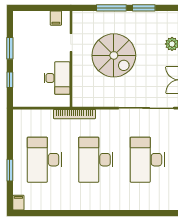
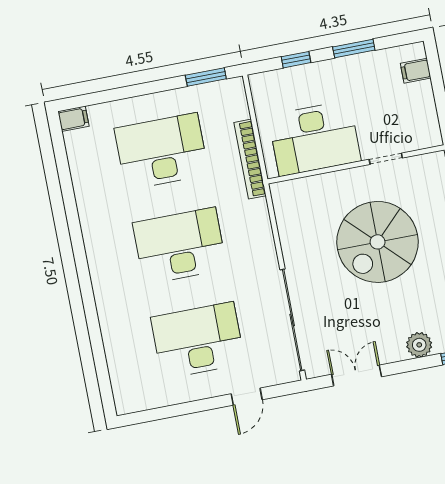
filing cabinet: (56, 18) -> (416, 71), moved
desk: (57, 78) -> (314, 138), width x1.36, depth x1.30
bookcase: (74, 114) -> (250, 159), moved
window: (10, 170) -> (206, 77), moved

